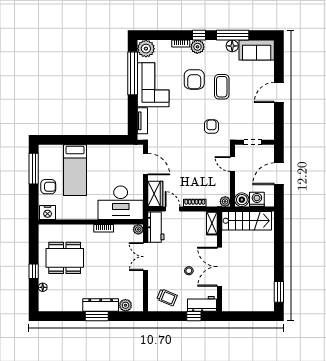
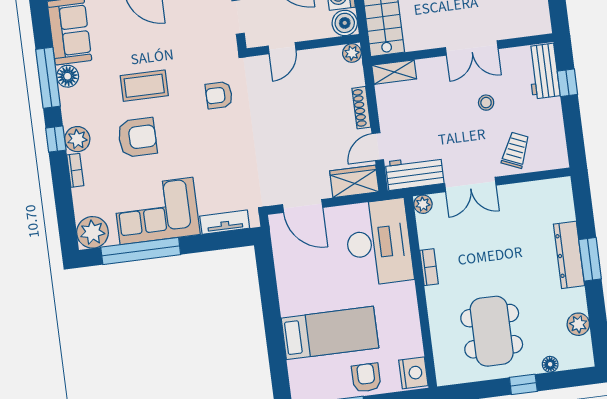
door: (146, 164) -> (303, 206), swing flipped
double door: (219, 267) -> (472, 48), width x0.73
trolley: (167, 297) -> (516, 150), moved
plant: (125, 305) -> (578, 324), moved

